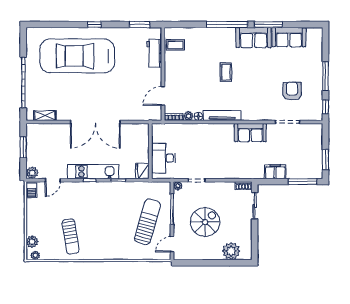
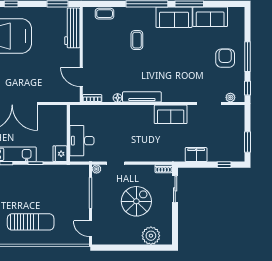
coffee table: (175, 45) -> (105, 14), moved
workbench: (154, 53) -> (72, 28), width x1.38
coffee table: (226, 72) -> (137, 40), moved
armchair: (292, 91) -> (225, 58), moved
door: (163, 96) -> (81, 77), hinge flipped
plant: (188, 116) -> (230, 97), moved
window: (303, 182) -> (224, 165), width x0.46
sun lounger: (148, 222) -> (31, 222), moved, turned 74
spiral stairs: (205, 222) -> (136, 201), moved
door: (172, 244) -> (91, 229), hinge flipped

